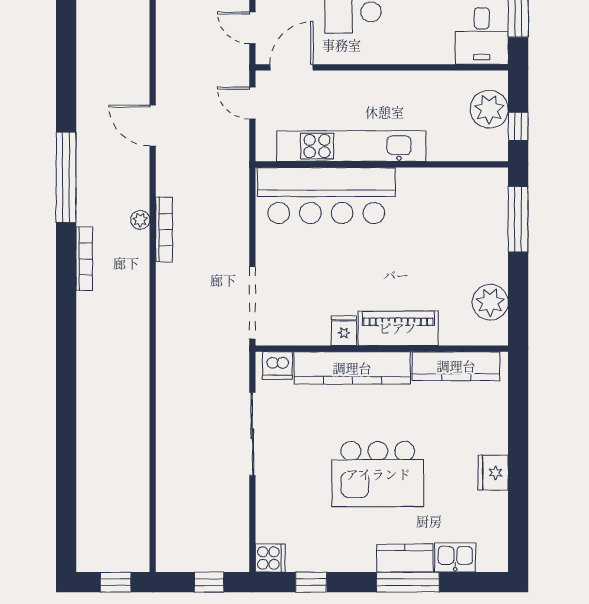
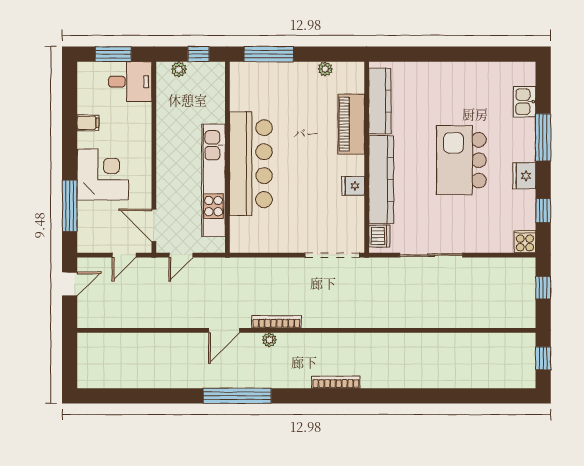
plant: (489, 109) -> (179, 69), width x0.53, depth x0.53
door: (153, 126) -> (224, 330), moved
bar counter: (326, 196) -> (251, 164), moved
bookcase: (84, 259) -> (336, 382), moved
plant: (490, 302) -> (325, 69), width x0.53, depth x0.53
piano: (398, 328) -> (351, 124), moved
fridge: (493, 473) -> (524, 176), moved, turned 90
kitchen island: (378, 474) -> (461, 160), turned 180
kitchen counter: (405, 558) -> (525, 140), removed

